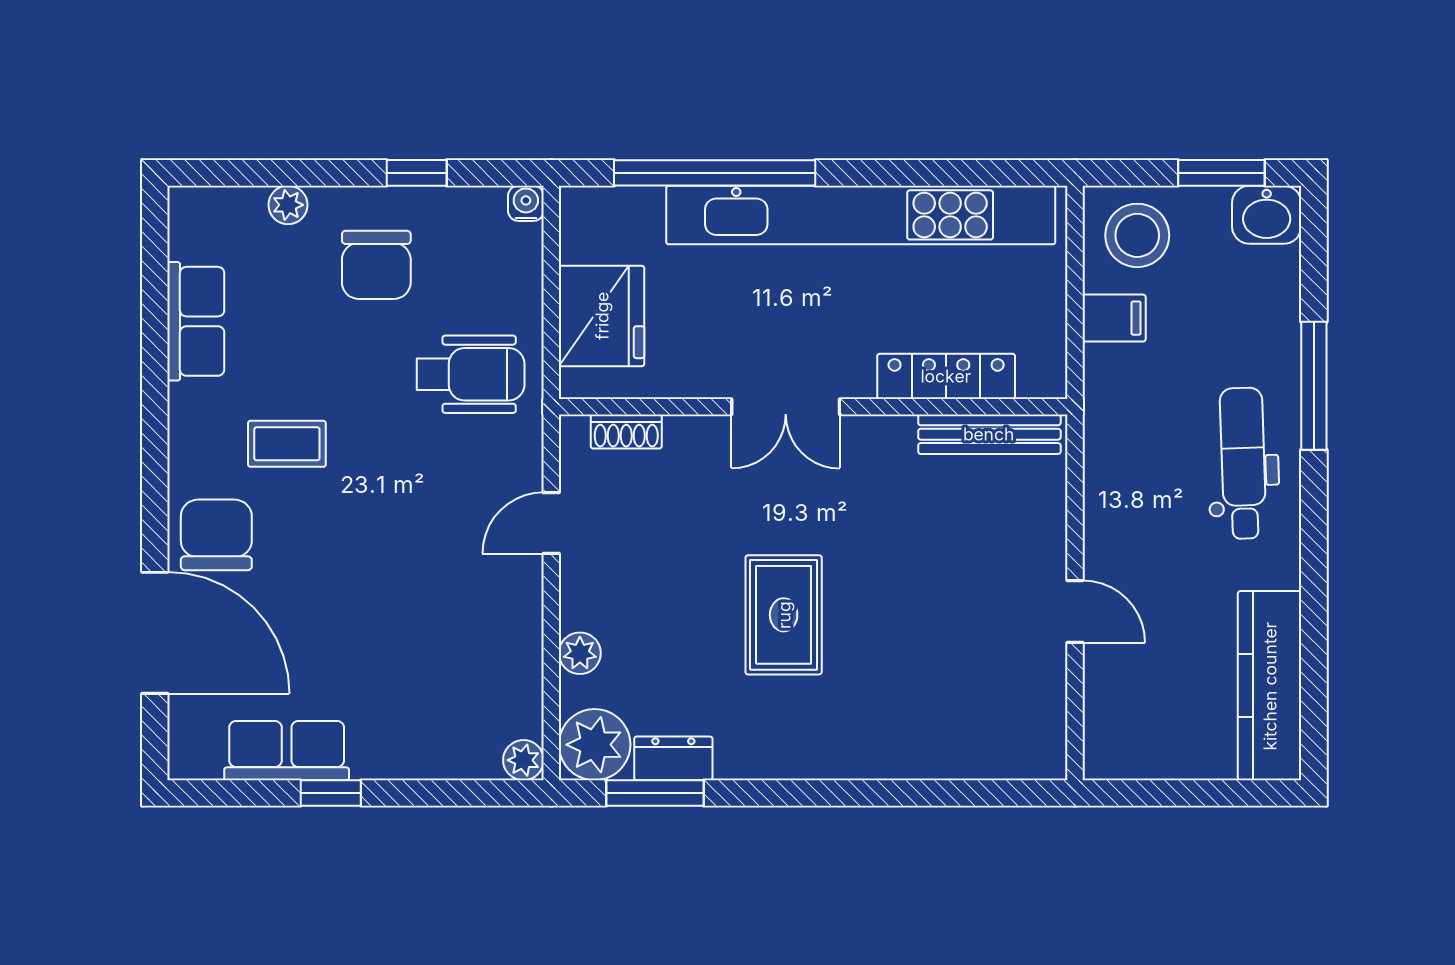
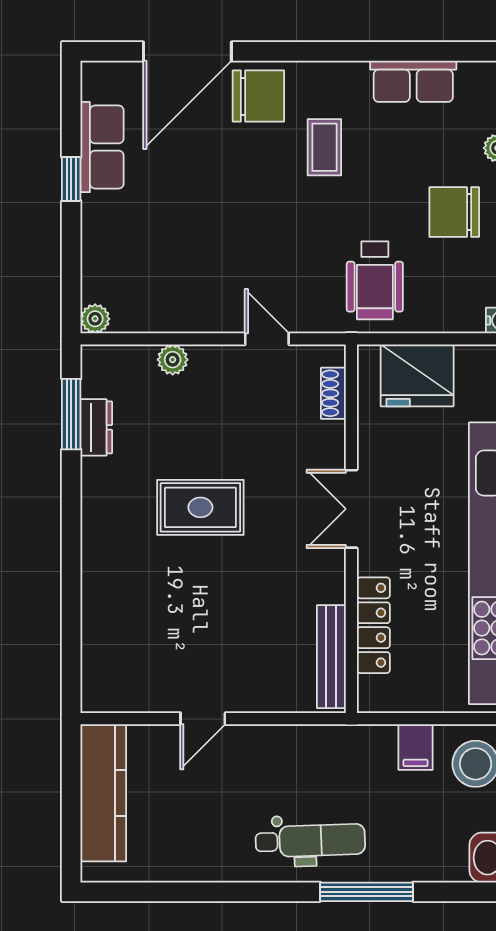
kitchen counter: (1270, 686) -> (103, 793), moved, turned 90
plant: (595, 745) -> (106, 370), removed

